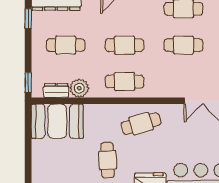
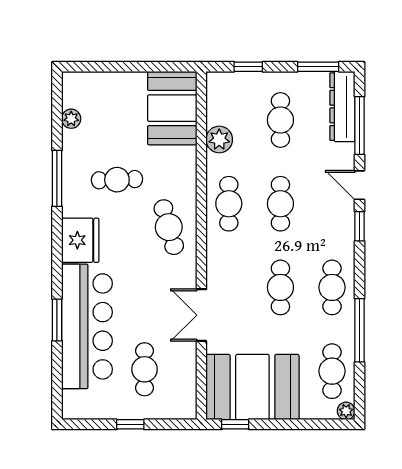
window: (28, 19) -> (318, 67), width x1.50
window: (28, 83) -> (248, 67), moved
dresser: (56, 90) -> (216, 107), removed

